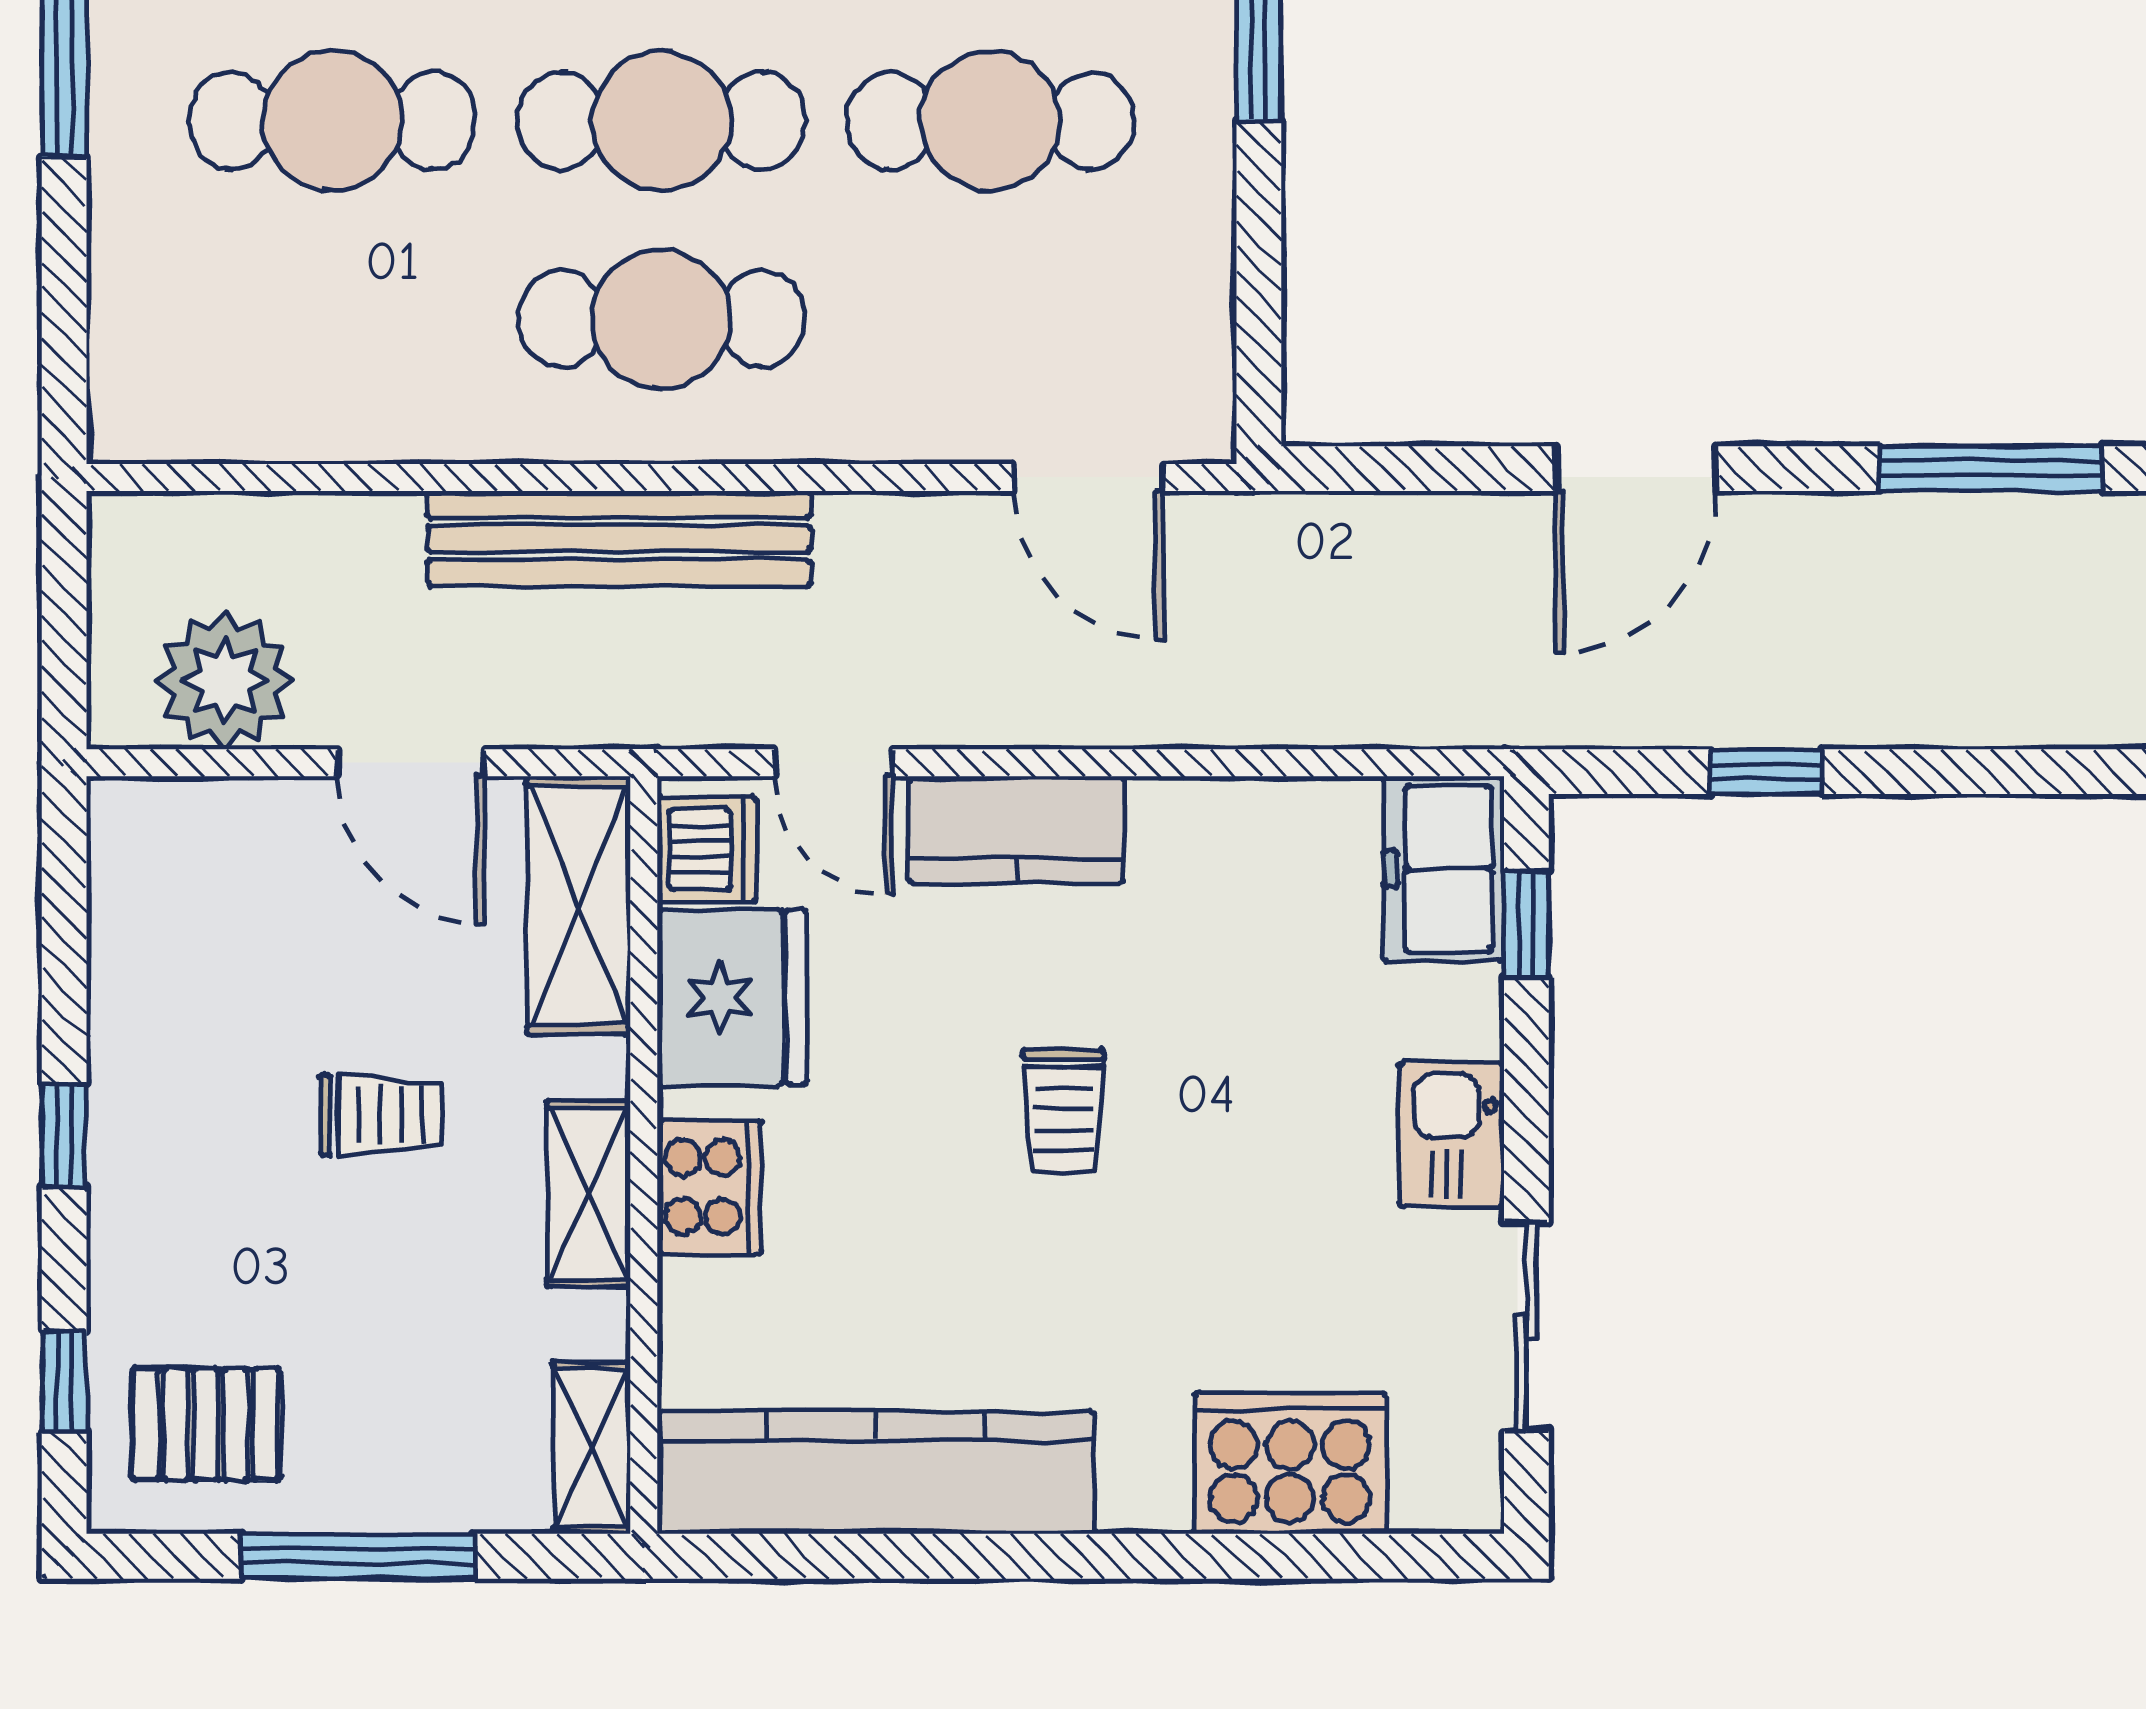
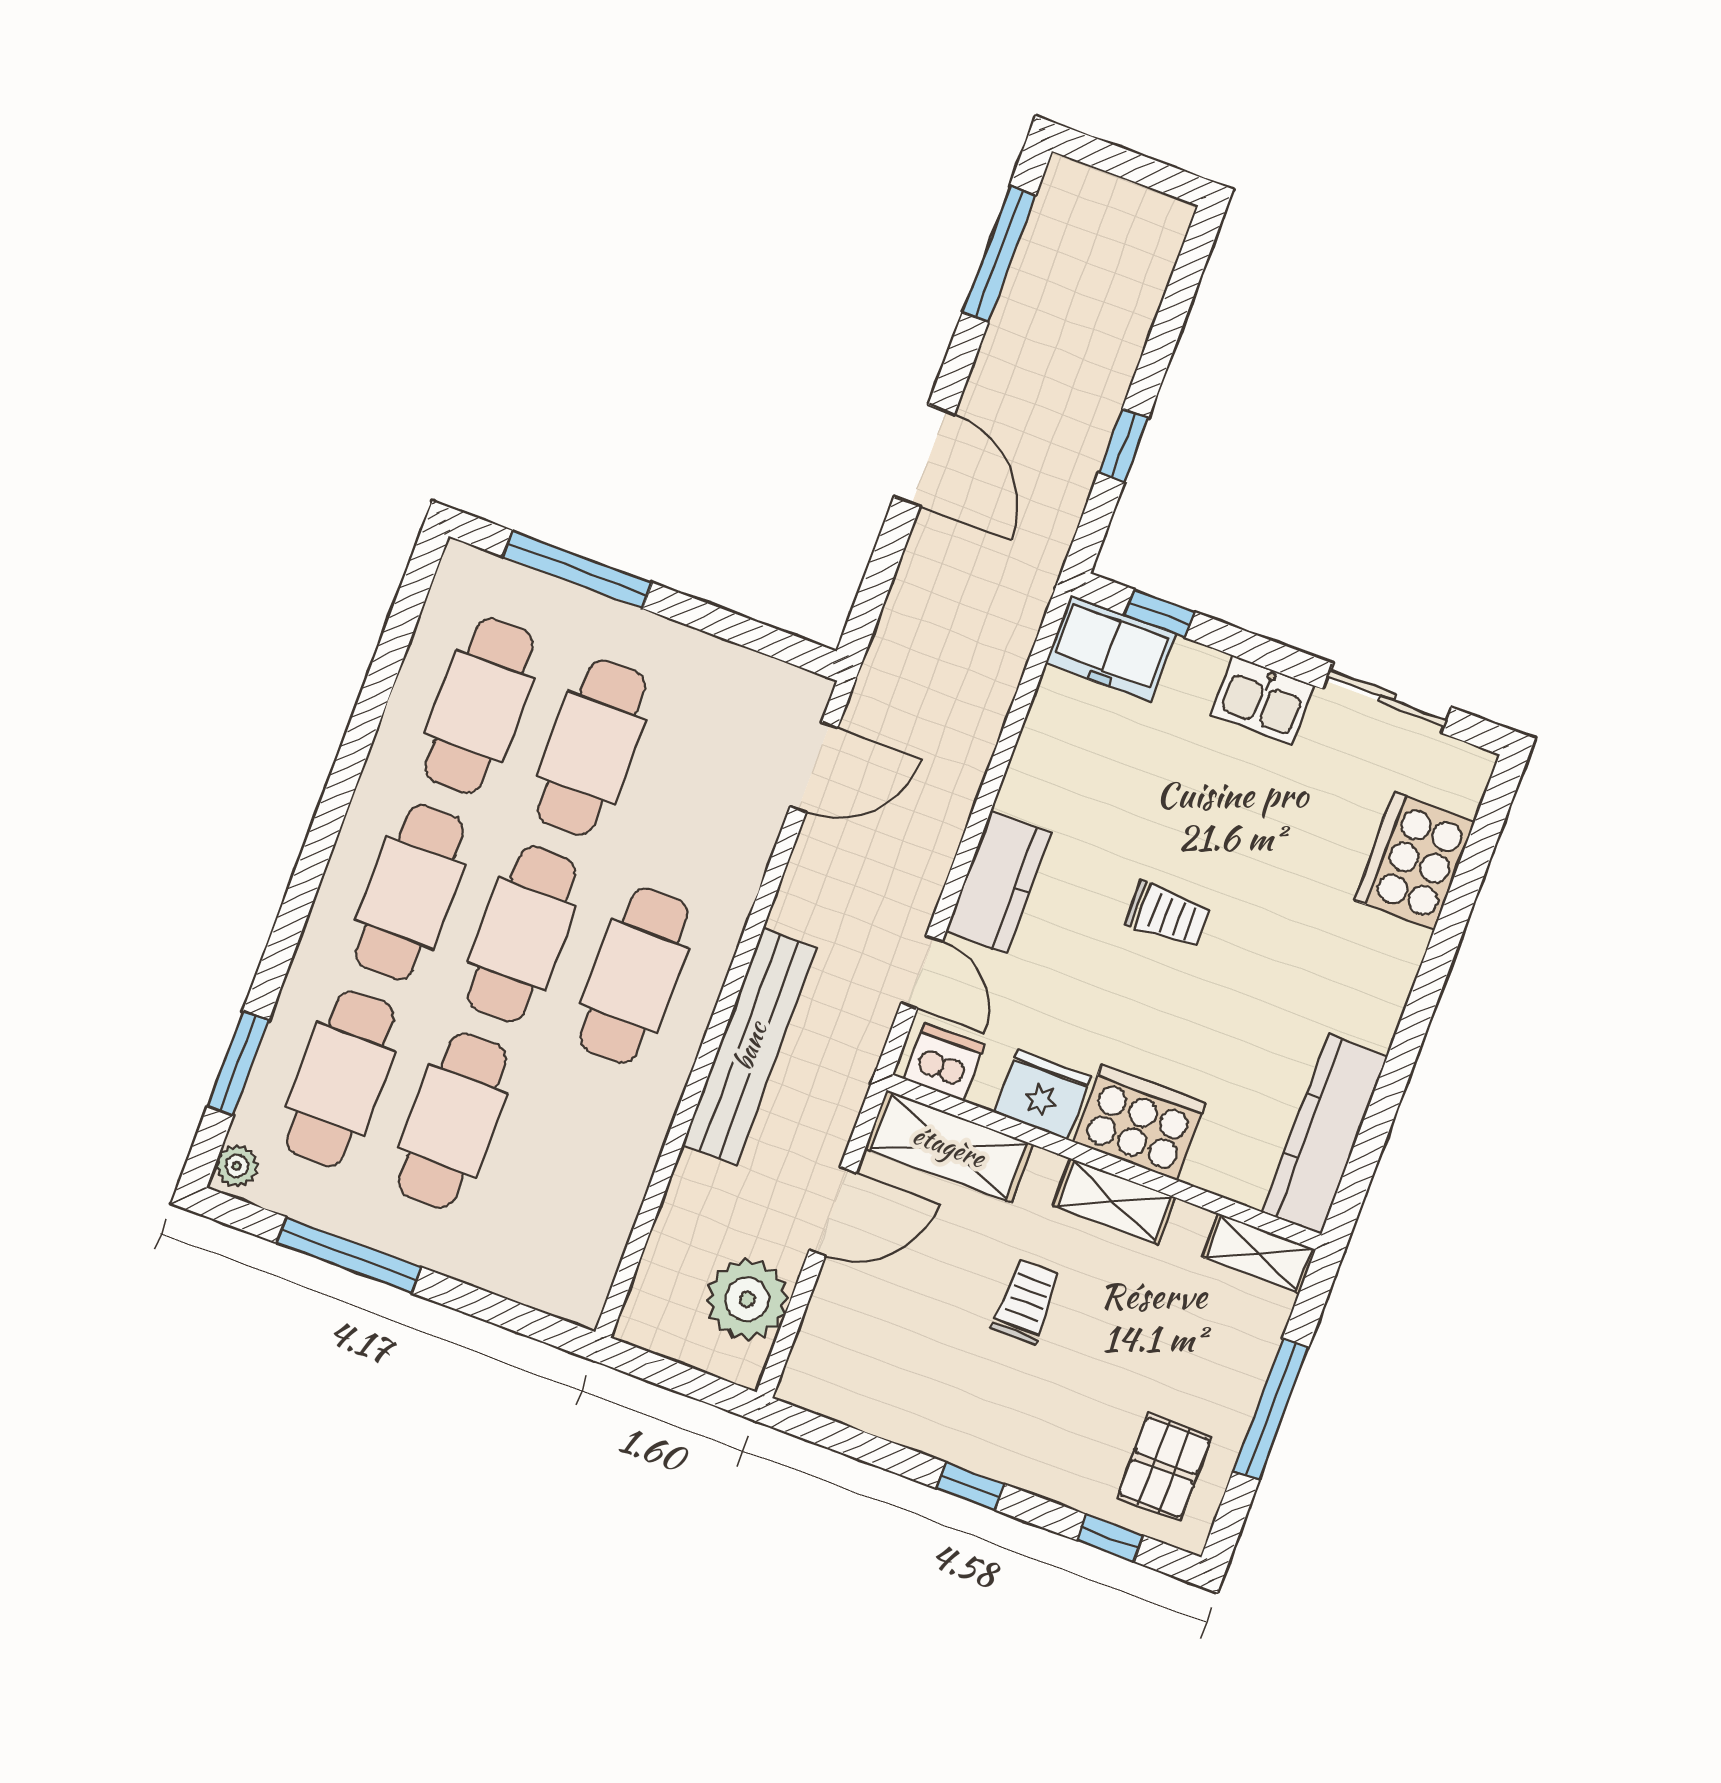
door: (833, 763) -> (922, 972), hinge flipped
fridge: (732, 998) -> (1043, 1095), width x0.73, depth x0.75
cooker: (709, 1187) -> (1139, 1123), width x1.37, depth x1.31
kitchen counter: (876, 1473) -> (1325, 1134), width x0.72, depth x0.86

